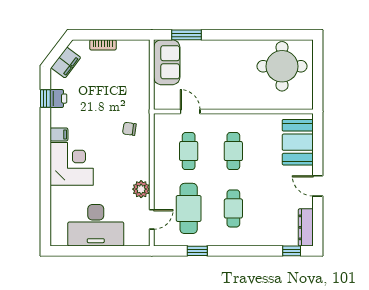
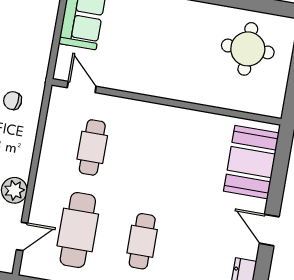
round table: (282, 66) -> (248, 49), width x0.73, depth x0.73
door: (190, 112) -> (82, 87), moved
cafe table: (233, 151) -> (157, 159), removed

